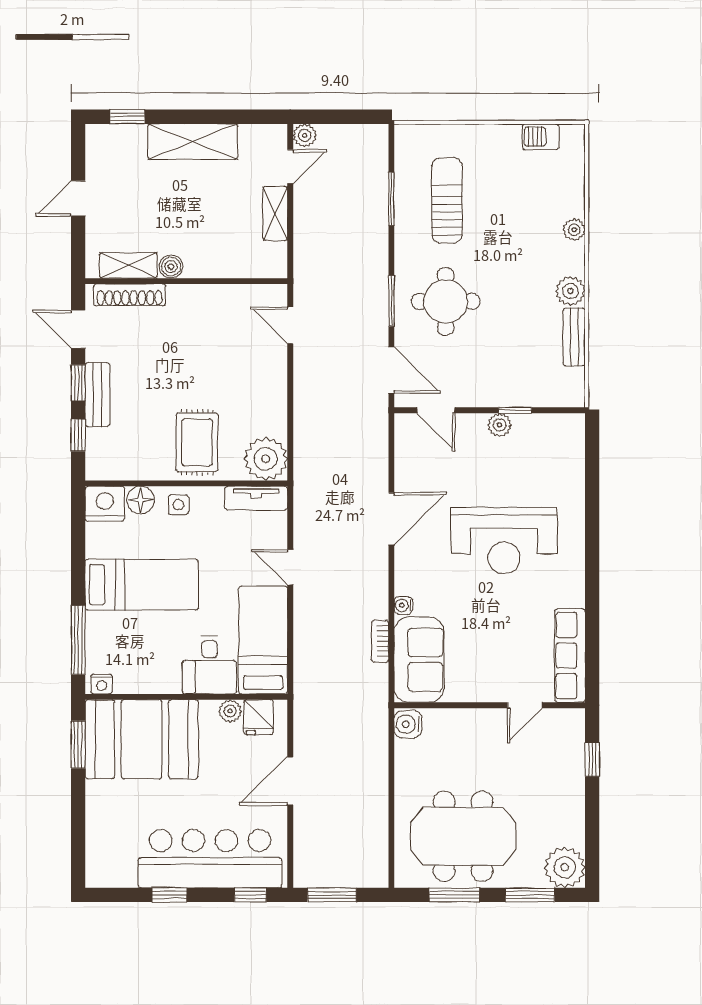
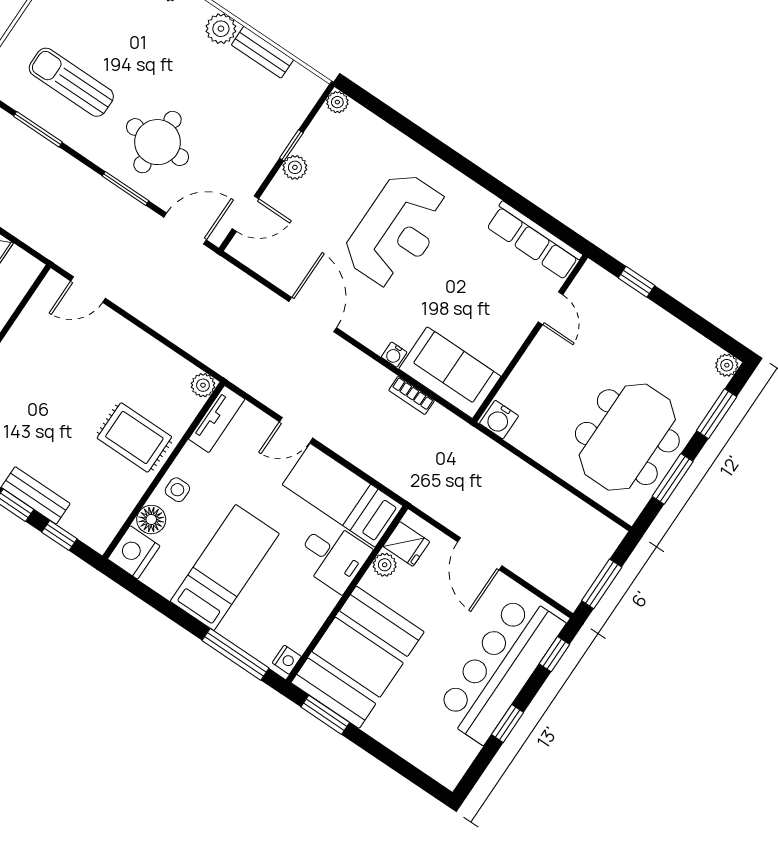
plant: (575, 424) -> (337, 102), added
plant: (266, 459) -> (203, 385), width x0.53, depth x0.53
plant: (565, 867) -> (727, 365), width x0.53, depth x0.53

